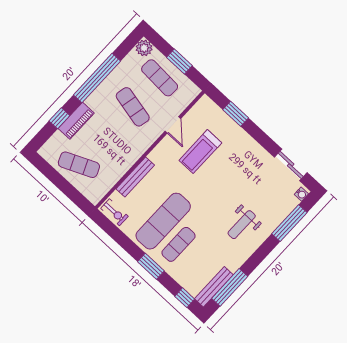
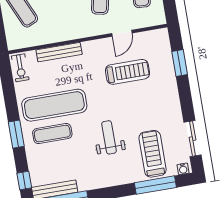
treadmill: (200, 152) -> (127, 72), turned 180
treadmill: (269, 200) -> (153, 154), added
weight bench: (242, 225) -> (109, 137), moved, turned 90

